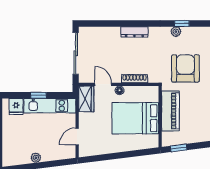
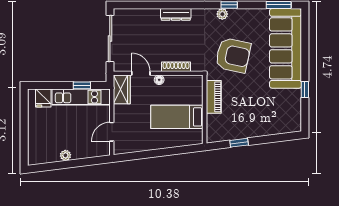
armchair: (185, 68) -> (233, 55), turned 102
window: (39, 95) -> (82, 85), moved
piano: (170, 111) -> (214, 97), width x0.73, depth x0.75
bed: (135, 118) -> (177, 117), width x0.67
window: (179, 148) -> (239, 143), moved

